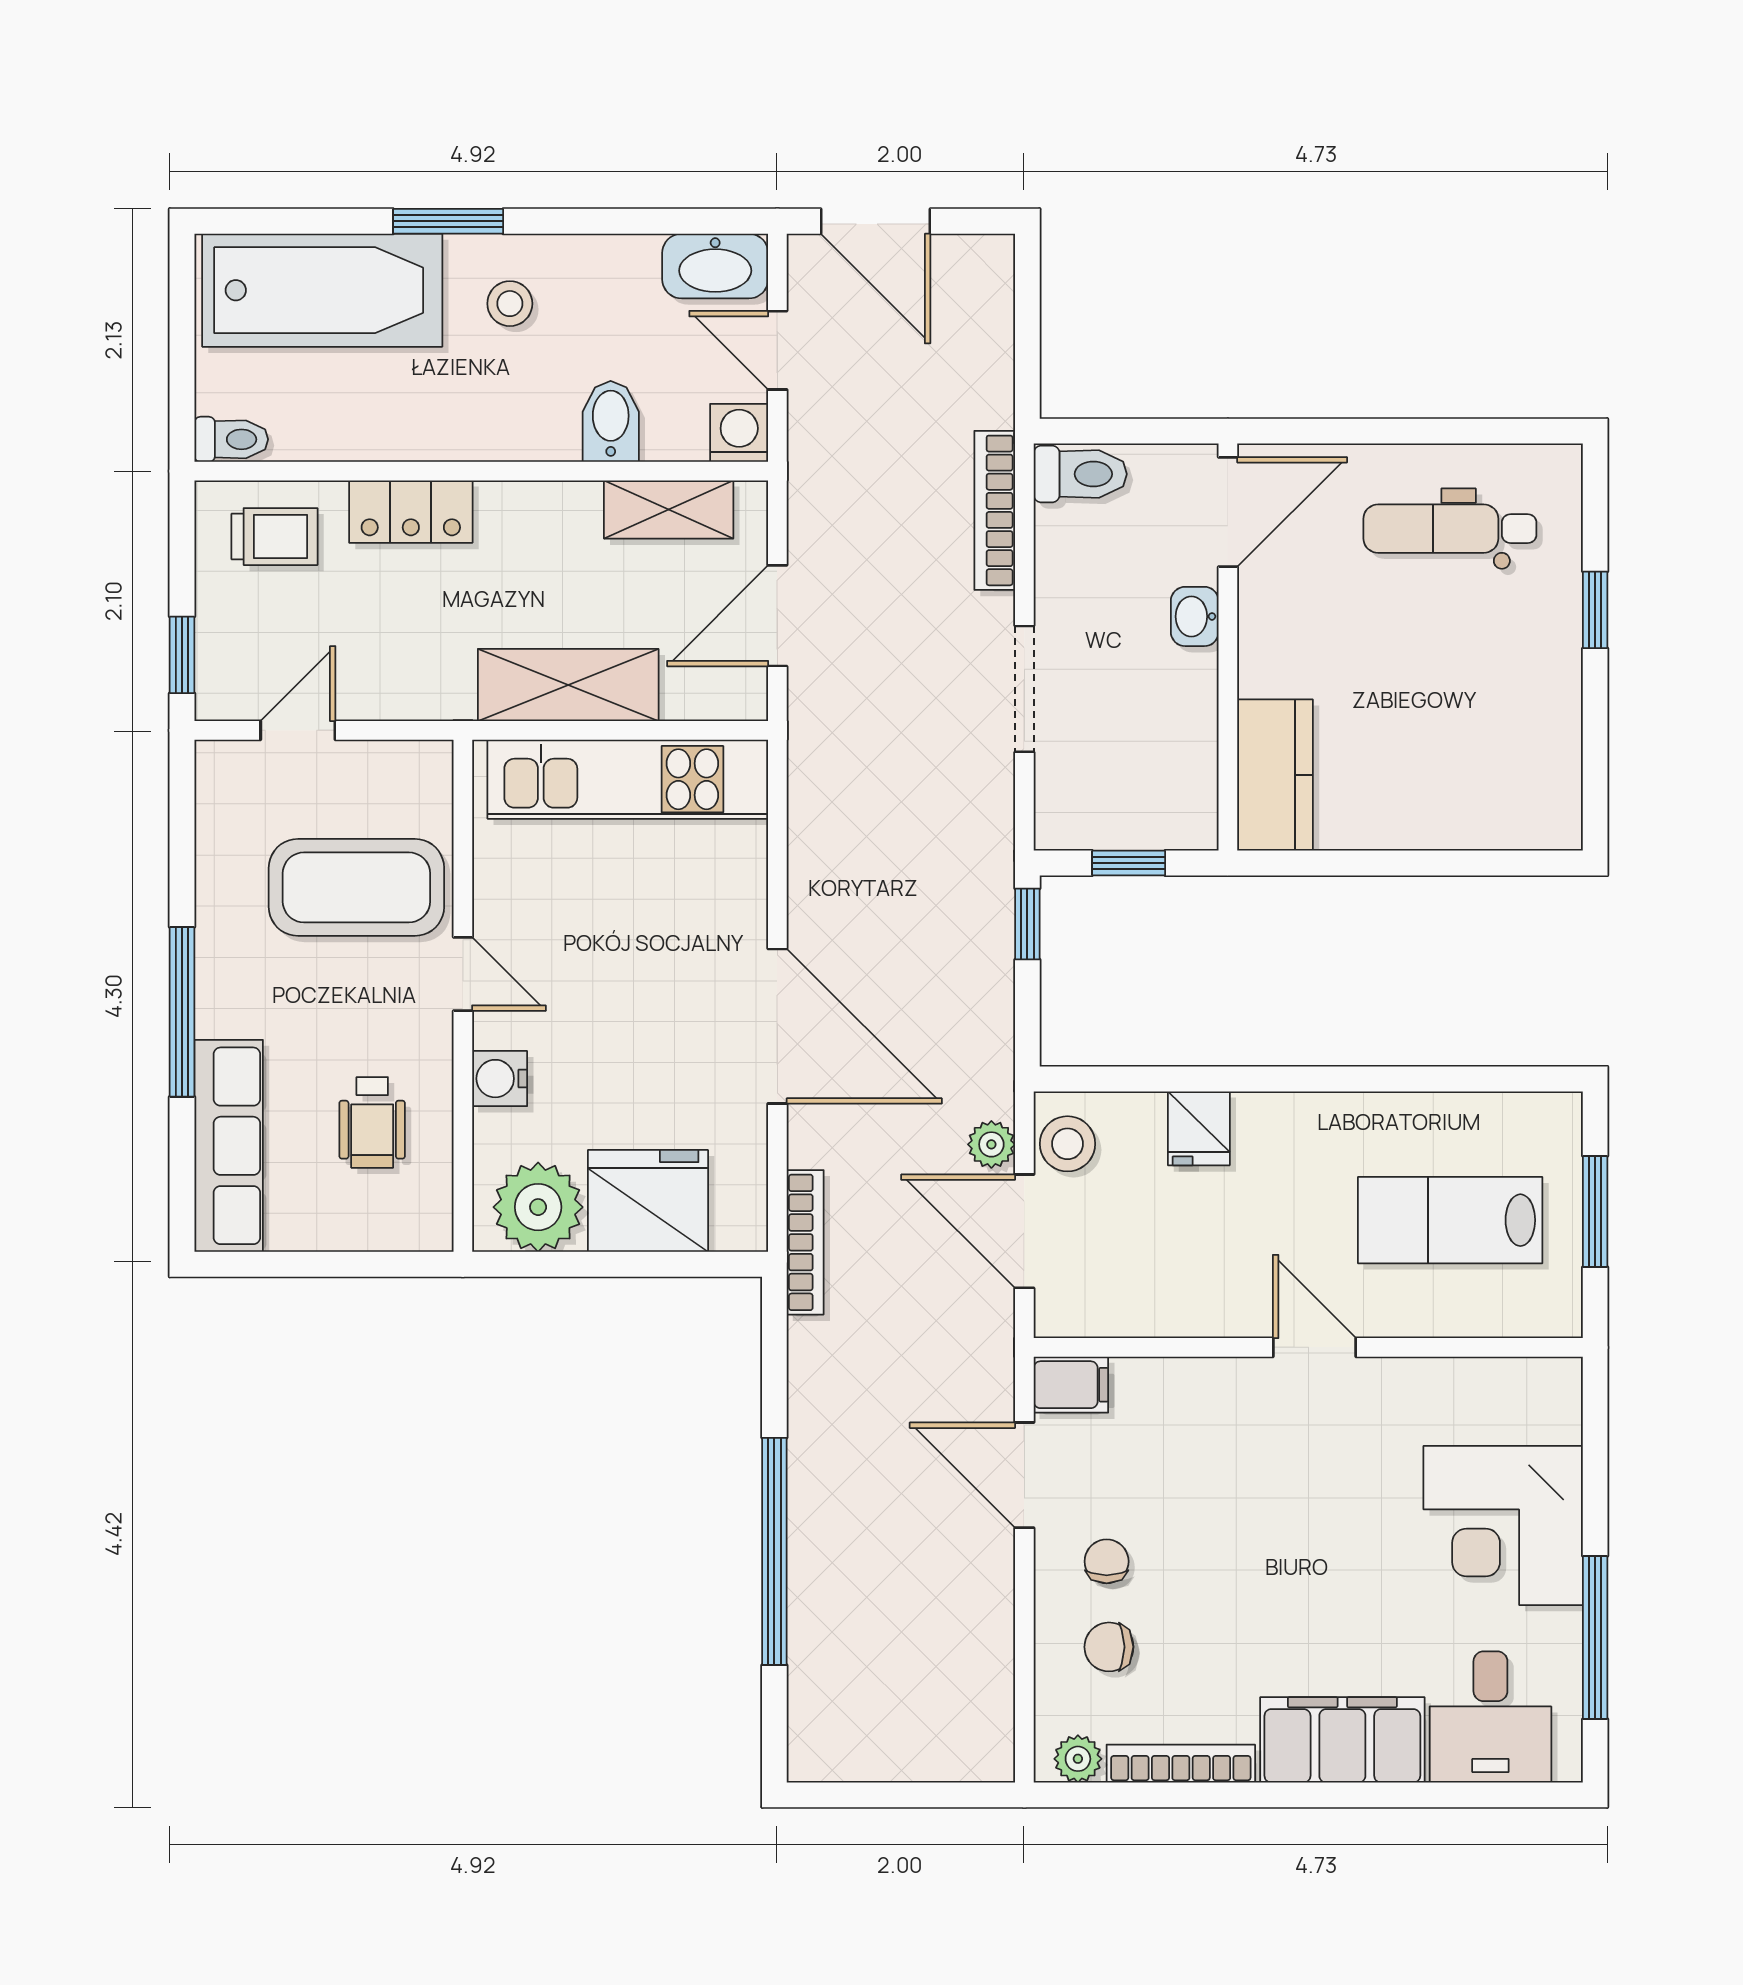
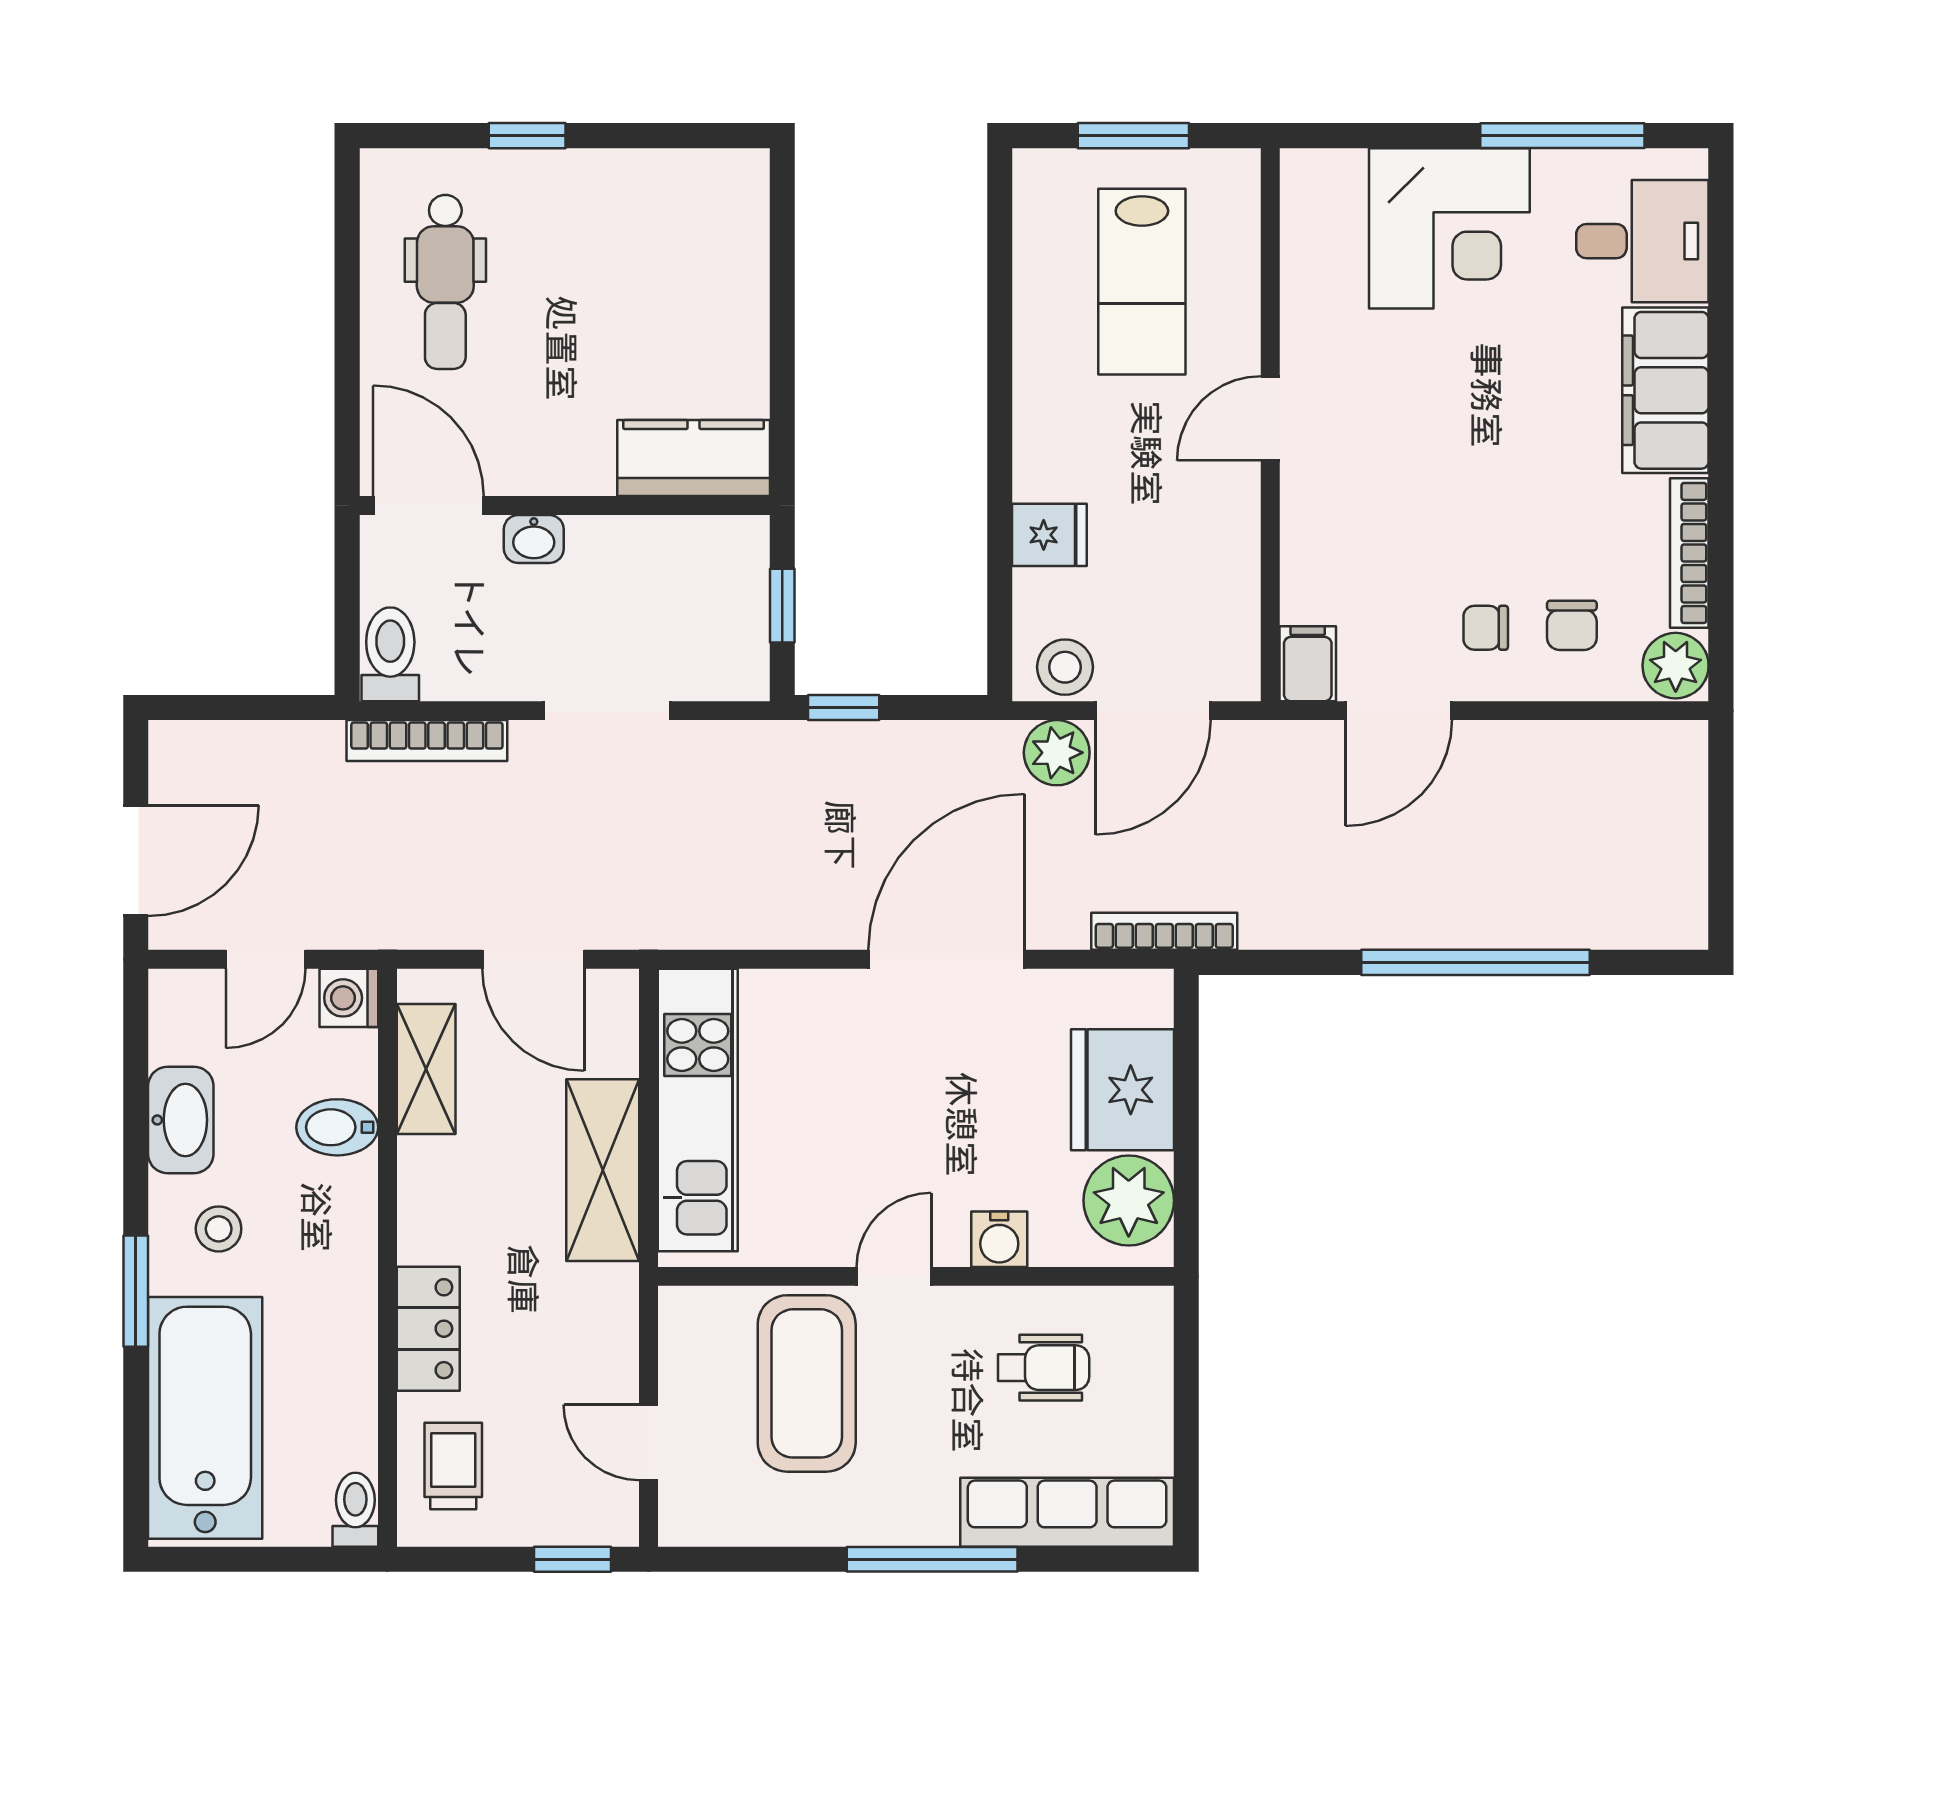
washbasin: (715, 266) -> (181, 1120), moved
plant: (991, 1144) -> (1057, 753), width x1.38, depth x1.38
plant: (1078, 1759) -> (1676, 666), width x1.38, depth x1.38

